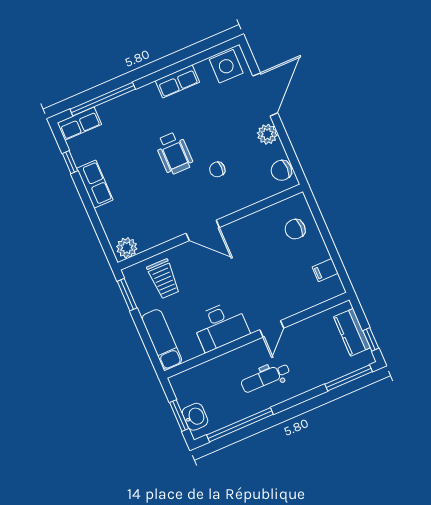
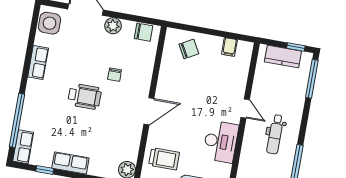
chair: (281, 170) -> (143, 32), turned -90
chair: (295, 229) -> (189, 49), turned -119

